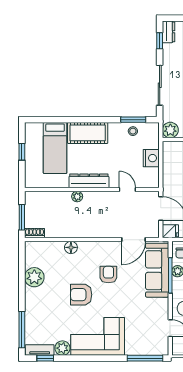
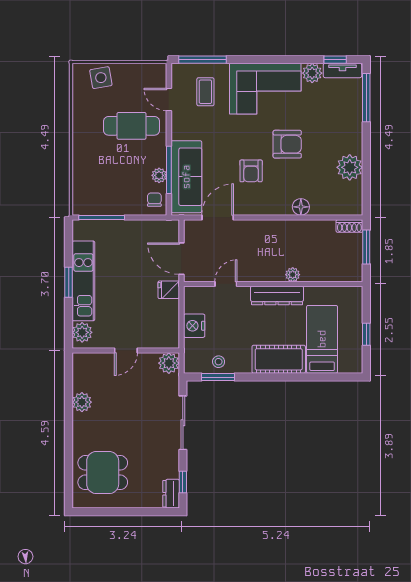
door: (127, 190) -> (226, 284), swing flipped
fridge: (170, 231) -> (169, 290), moved
coffee table: (143, 334) -> (205, 92), added

